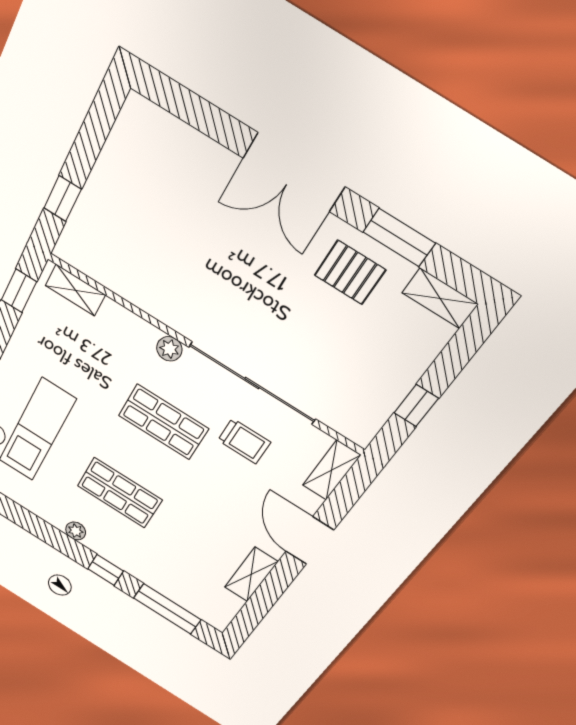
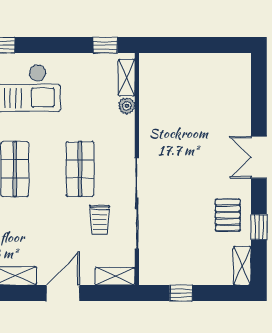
double door: (294, 172) -> (259, 157), width x0.73
window: (63, 199) -> (174, 45), removed
window: (399, 238) -> (259, 227), width x0.67
plant: (169, 349) -> (127, 106), moved

